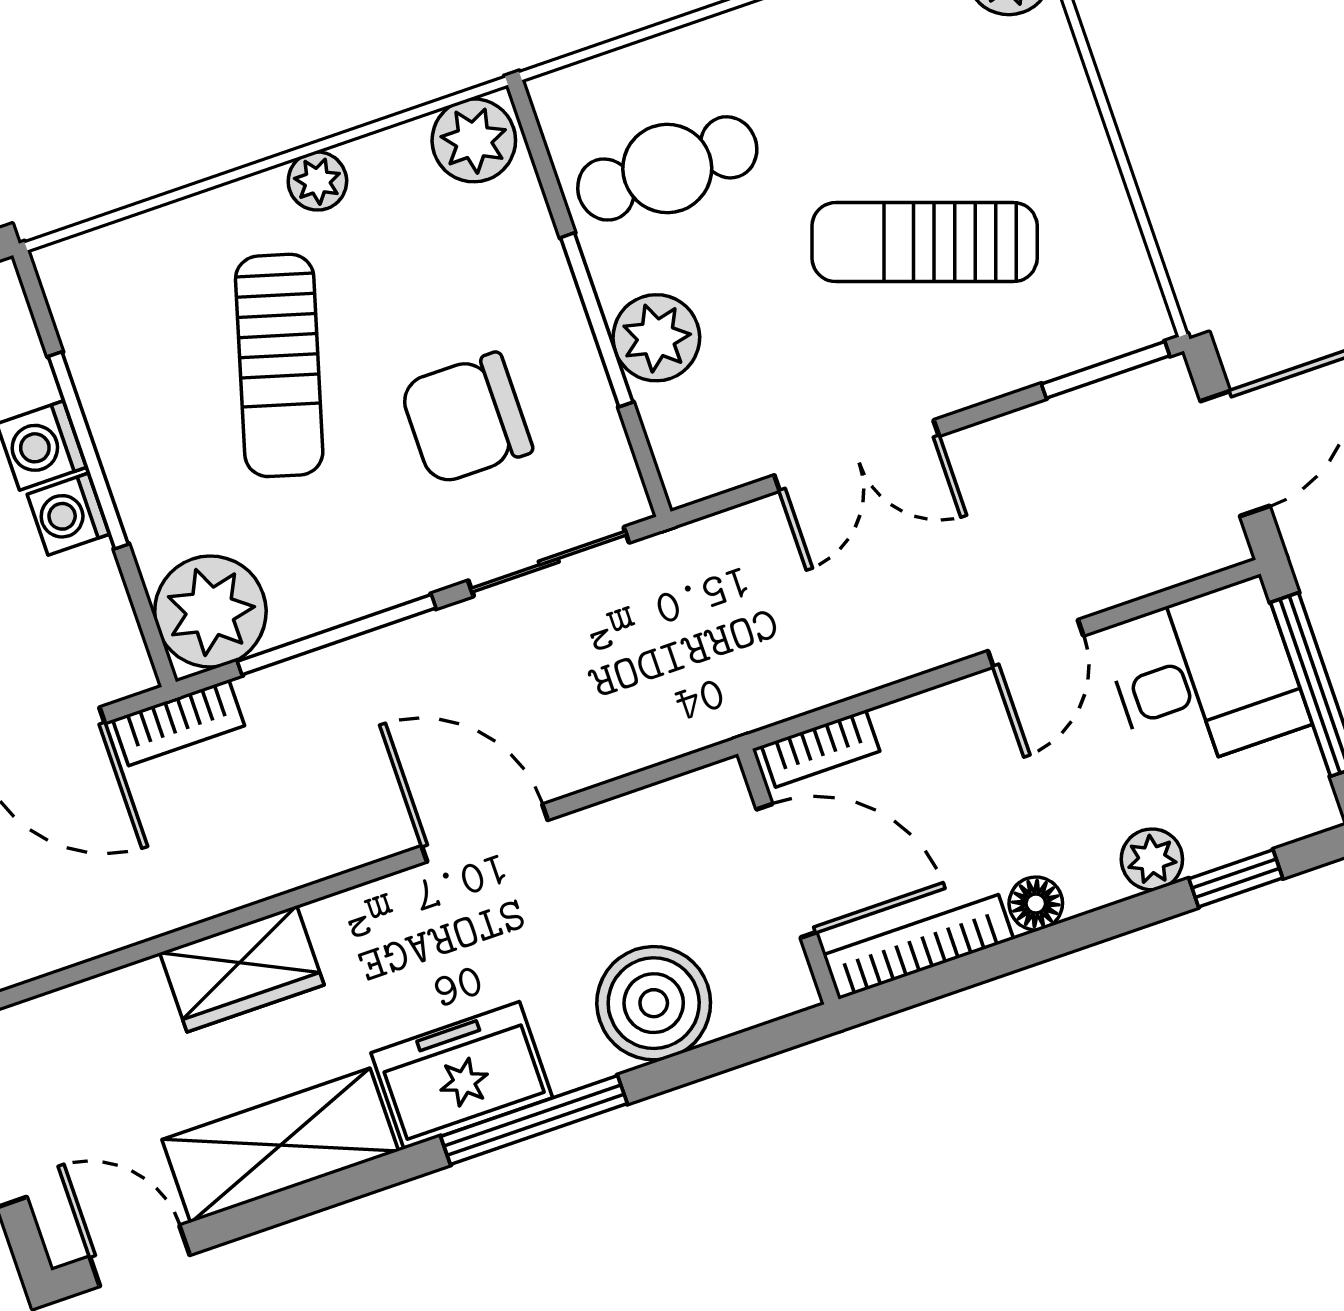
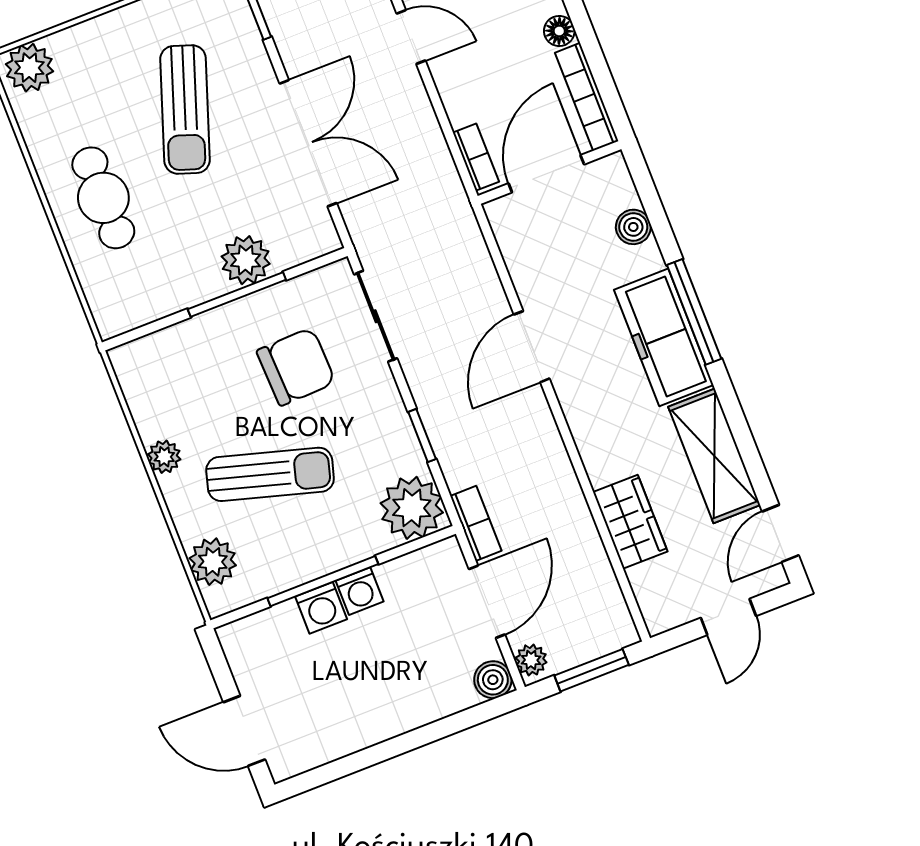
plant: (474, 140) -> (213, 562), moved
cafe table: (667, 168) -> (103, 198), moved
chair: (466, 419) -> (296, 367), turned -92
double door: (857, 456) -> (308, 143), width x1.37
window: (337, 635) -> (422, 435), width x0.46
wardrobe: (242, 969) -> (630, 522), moved
boiler: (654, 1003) -> (633, 227), width x0.54, depth x0.54
freezer: (462, 1075) -> (664, 337), width x1.40

